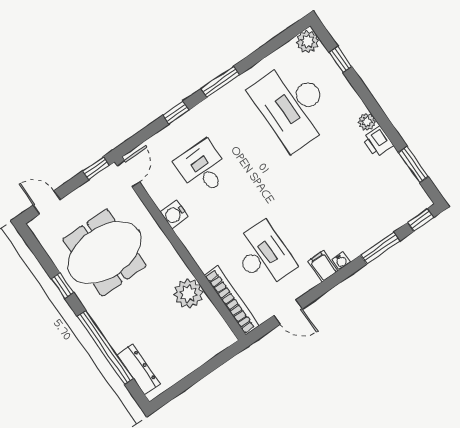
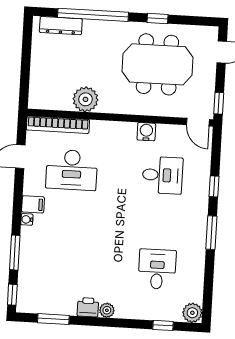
desk: (293, 105) -> (157, 269), width x0.53, depth x0.77
meeting table: (104, 253) -> (157, 64), turned 90

